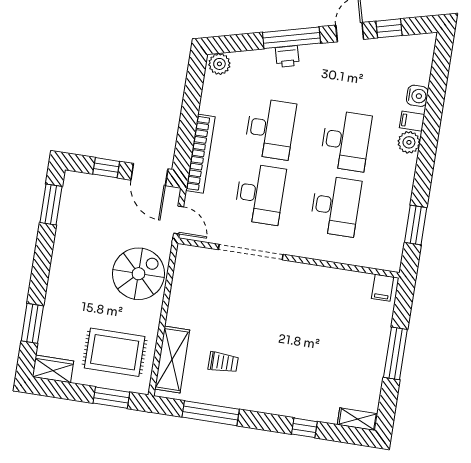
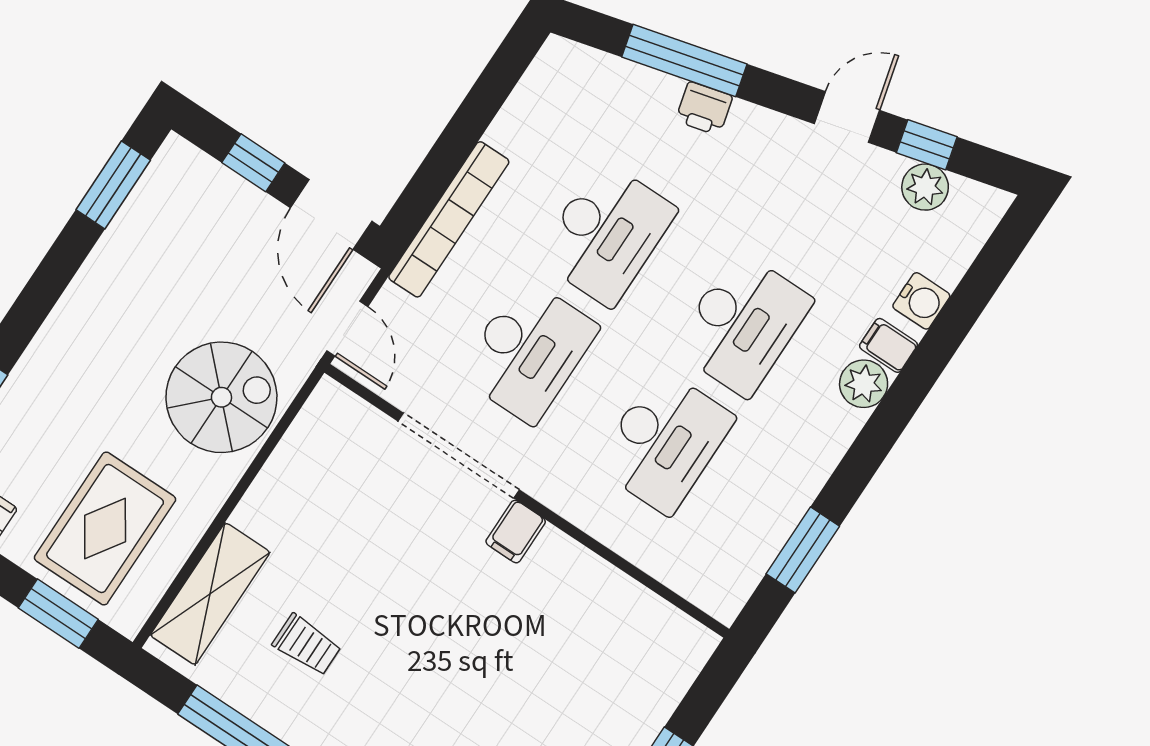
window: (291, 38) -> (684, 60), moved
plant: (219, 64) -> (925, 187), moved
filing cabinet: (383, 288) -> (516, 532), moved
rug: (115, 352) -> (105, 528), turned 90

